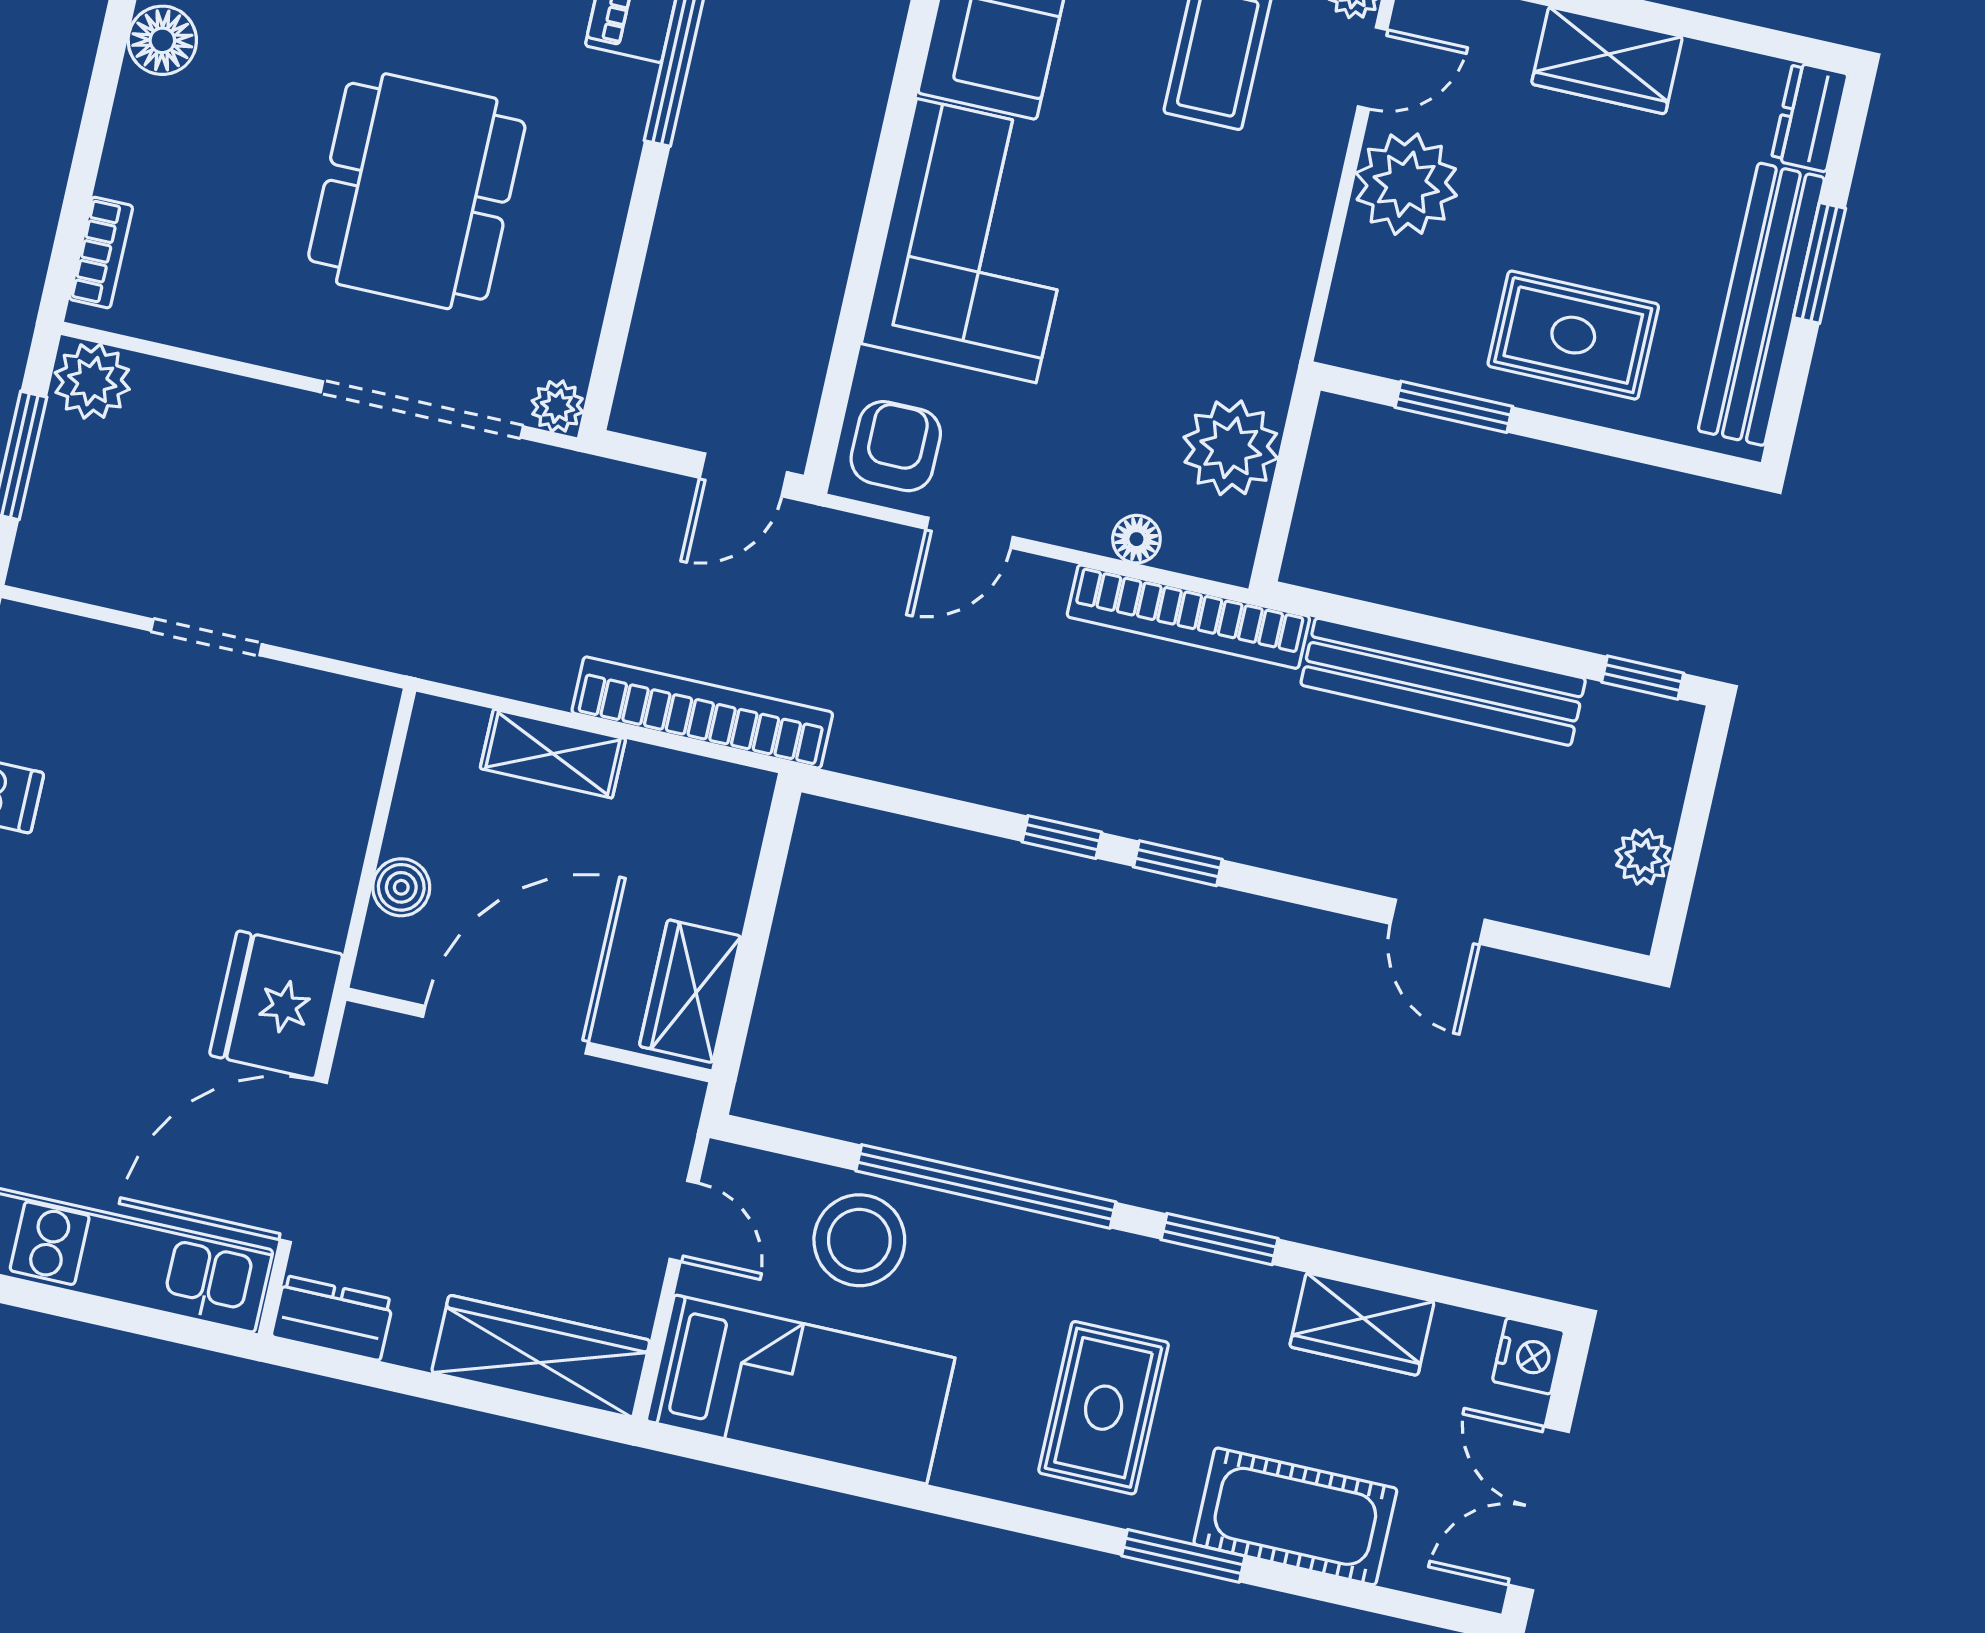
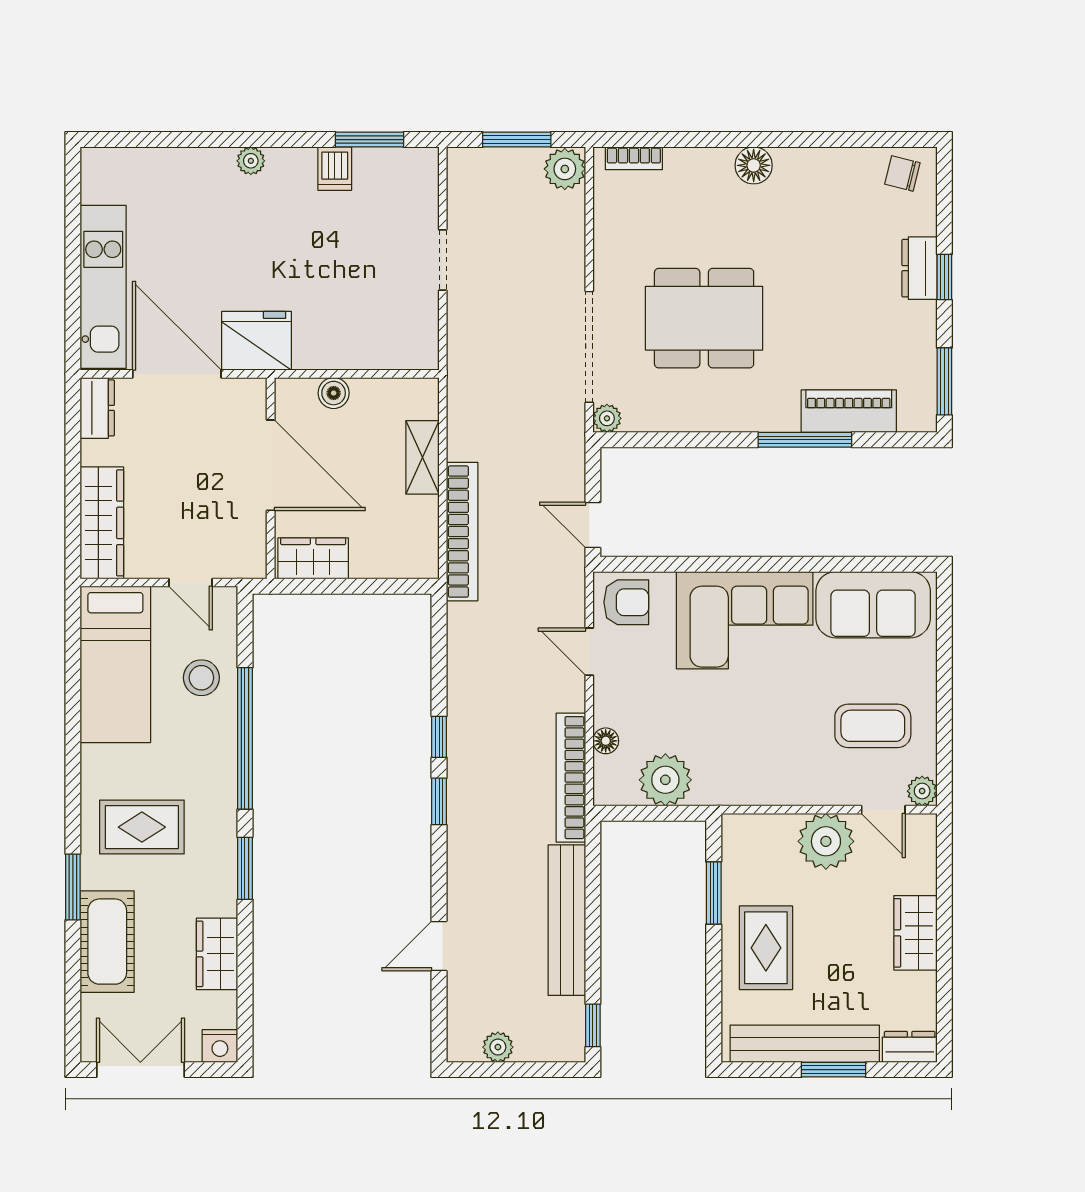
door: (684, 1221) -> (191, 583), hinge flipped
stool: (859, 1240) -> (201, 678), width x0.73, depth x0.73

